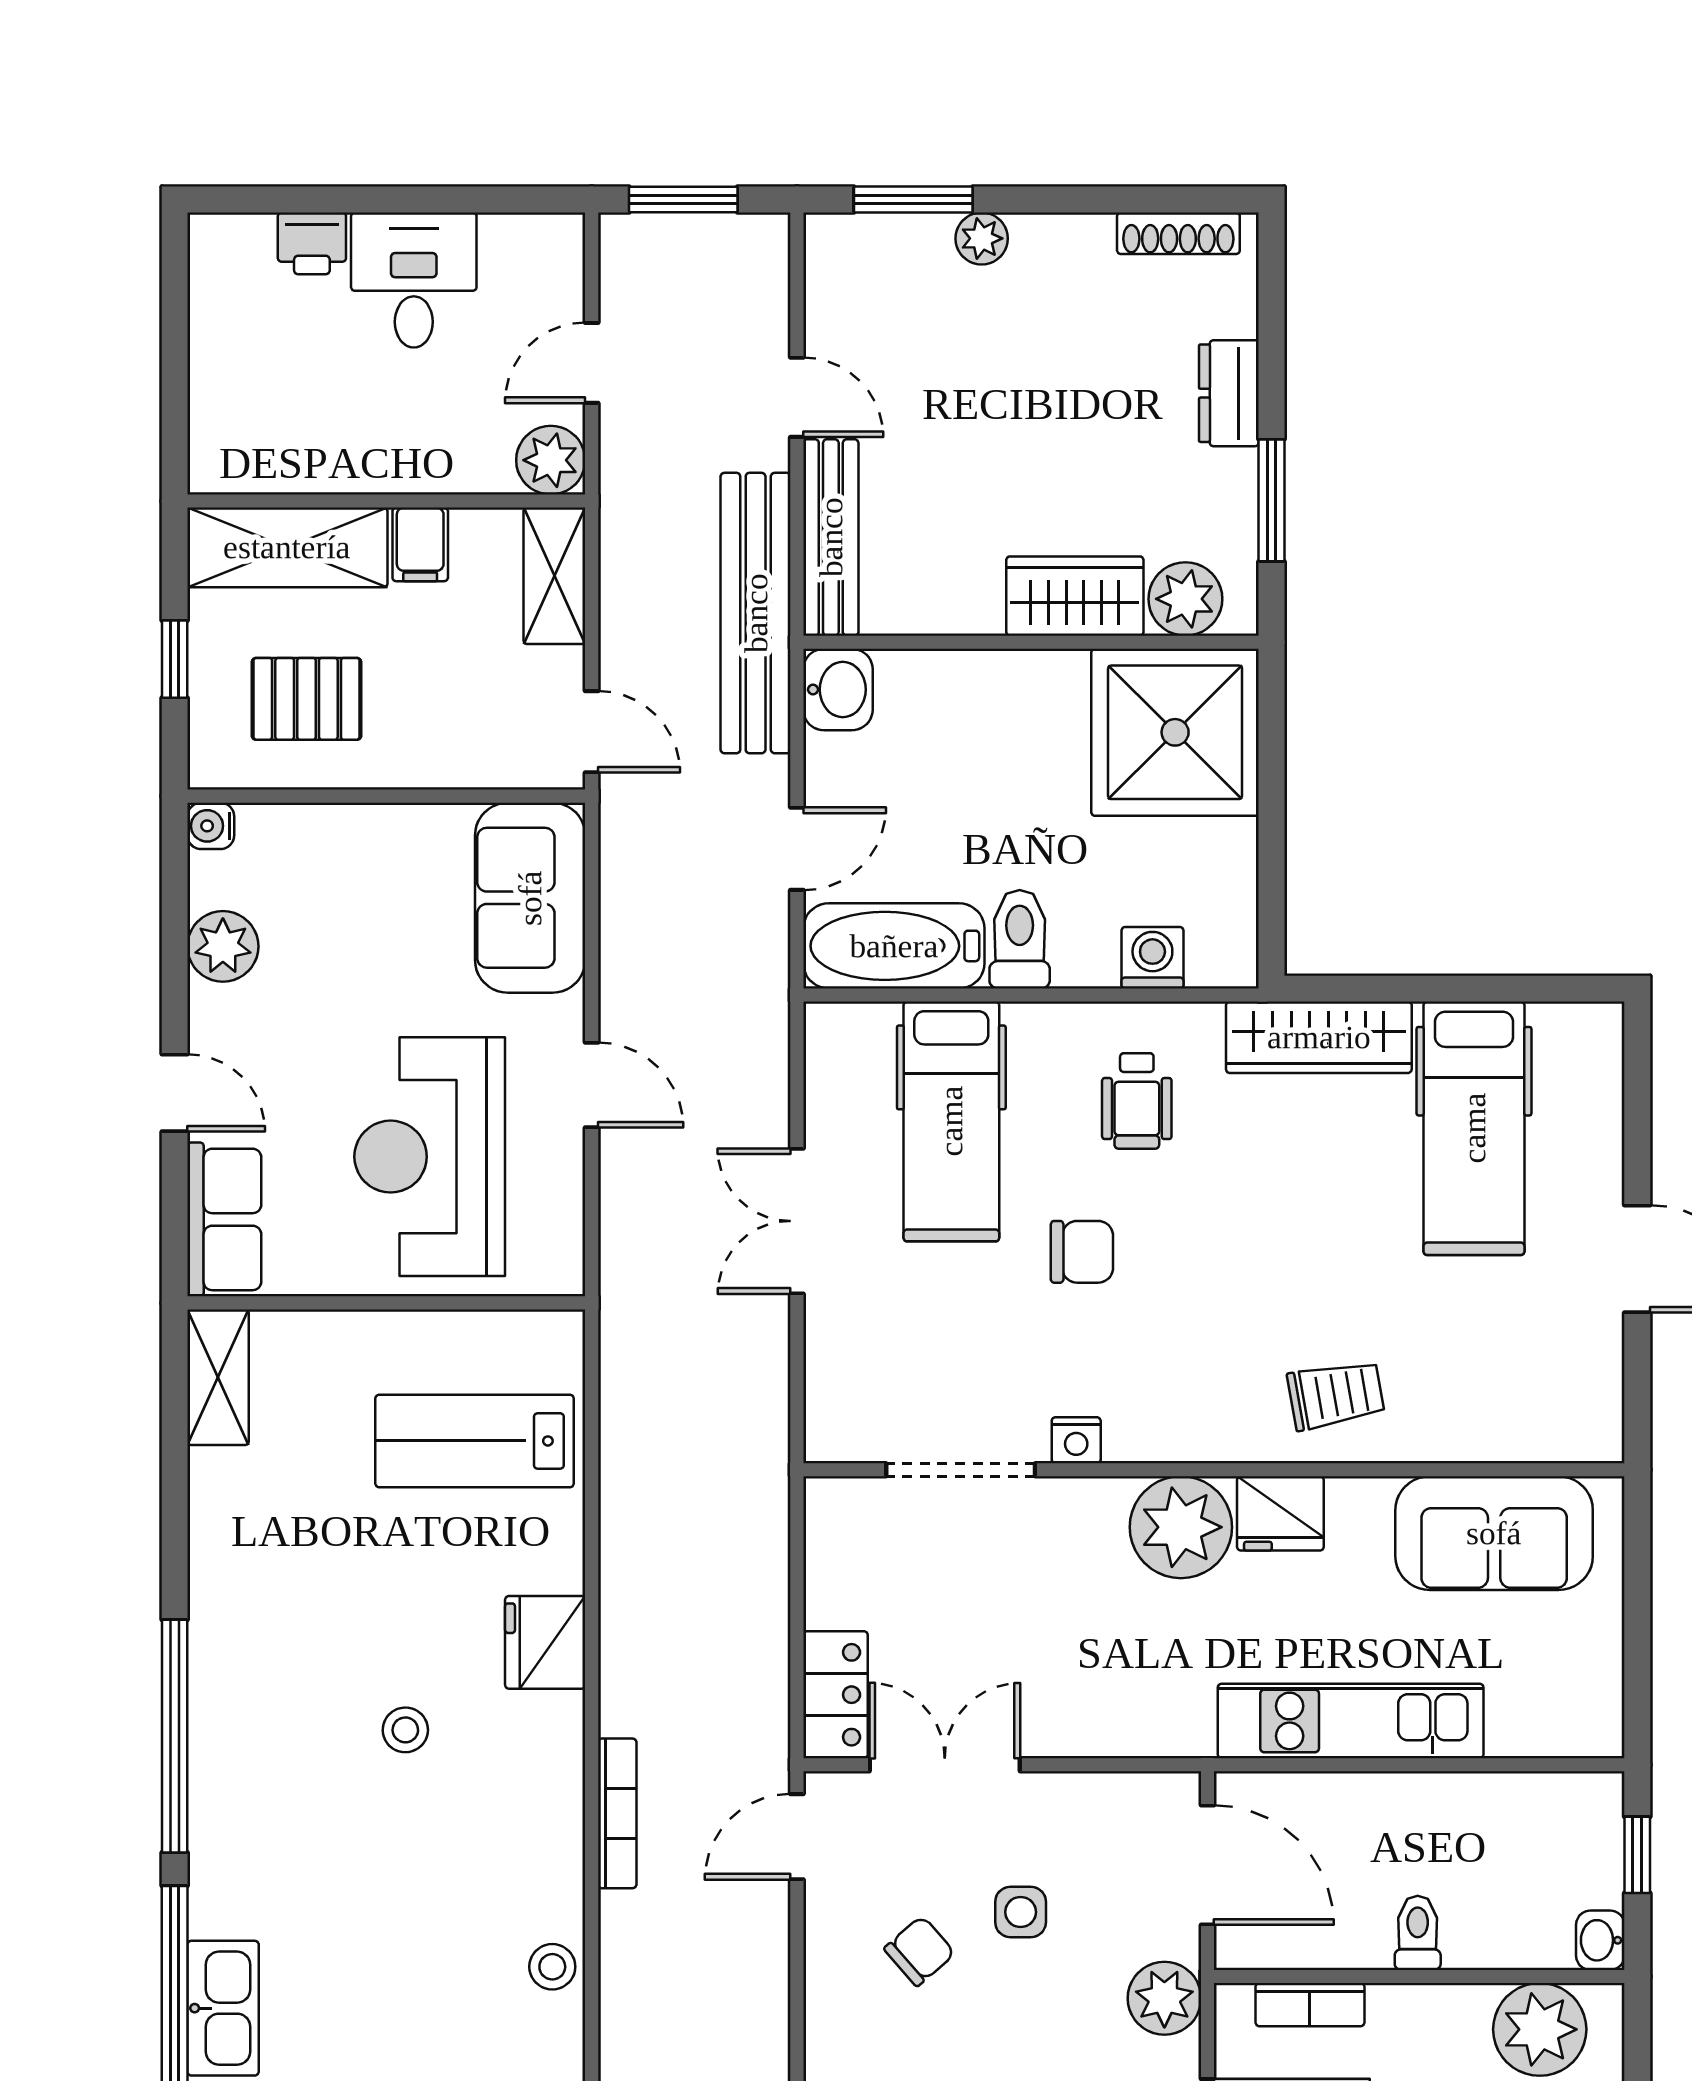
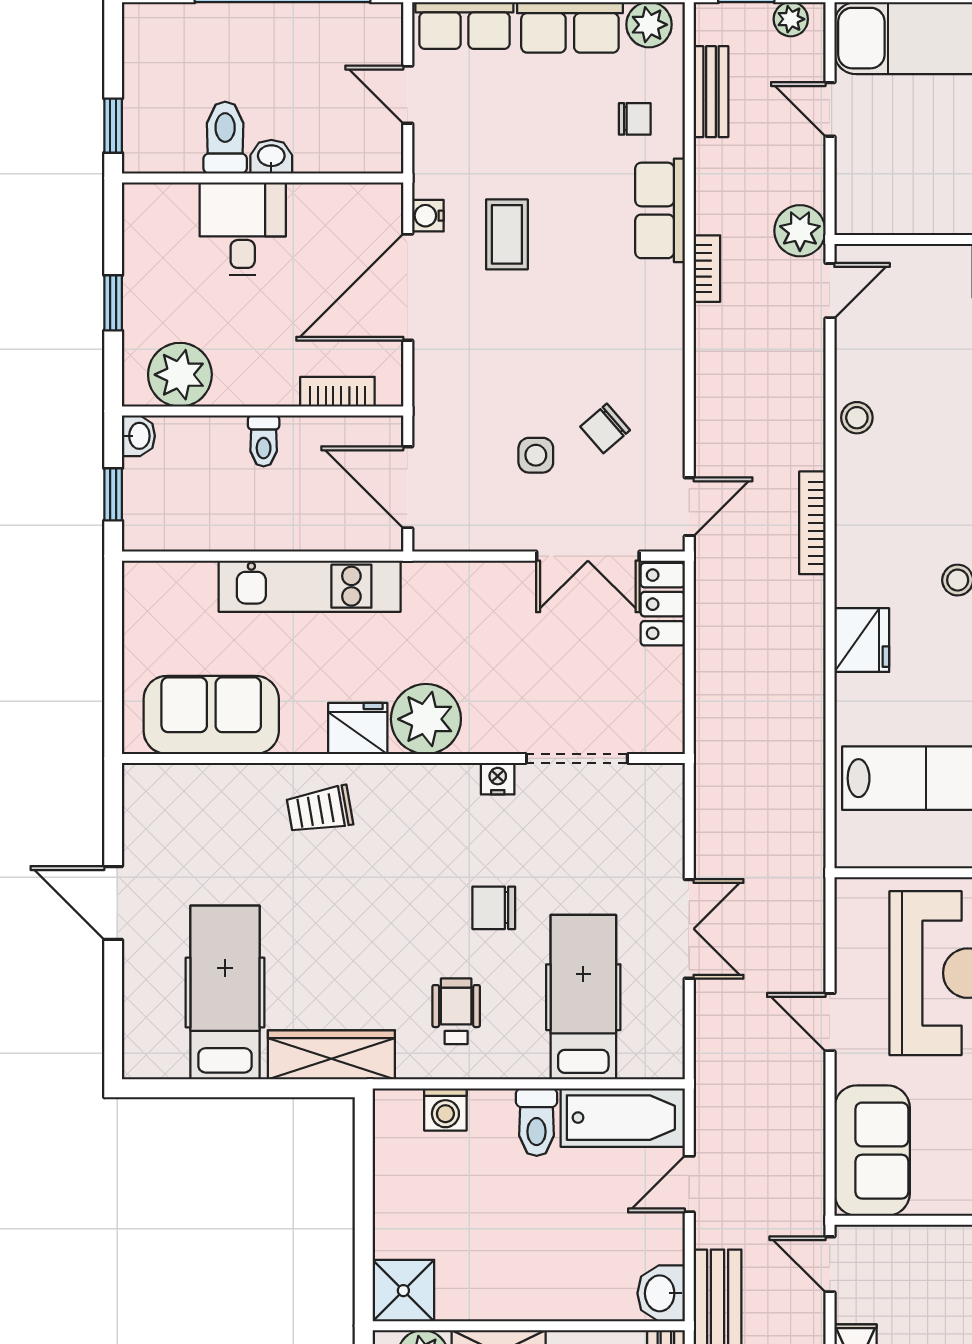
shower: (1175, 732) -> (403, 1291), width x0.54, depth x0.54
plant: (1164, 1998) -> (437, 396), removed

